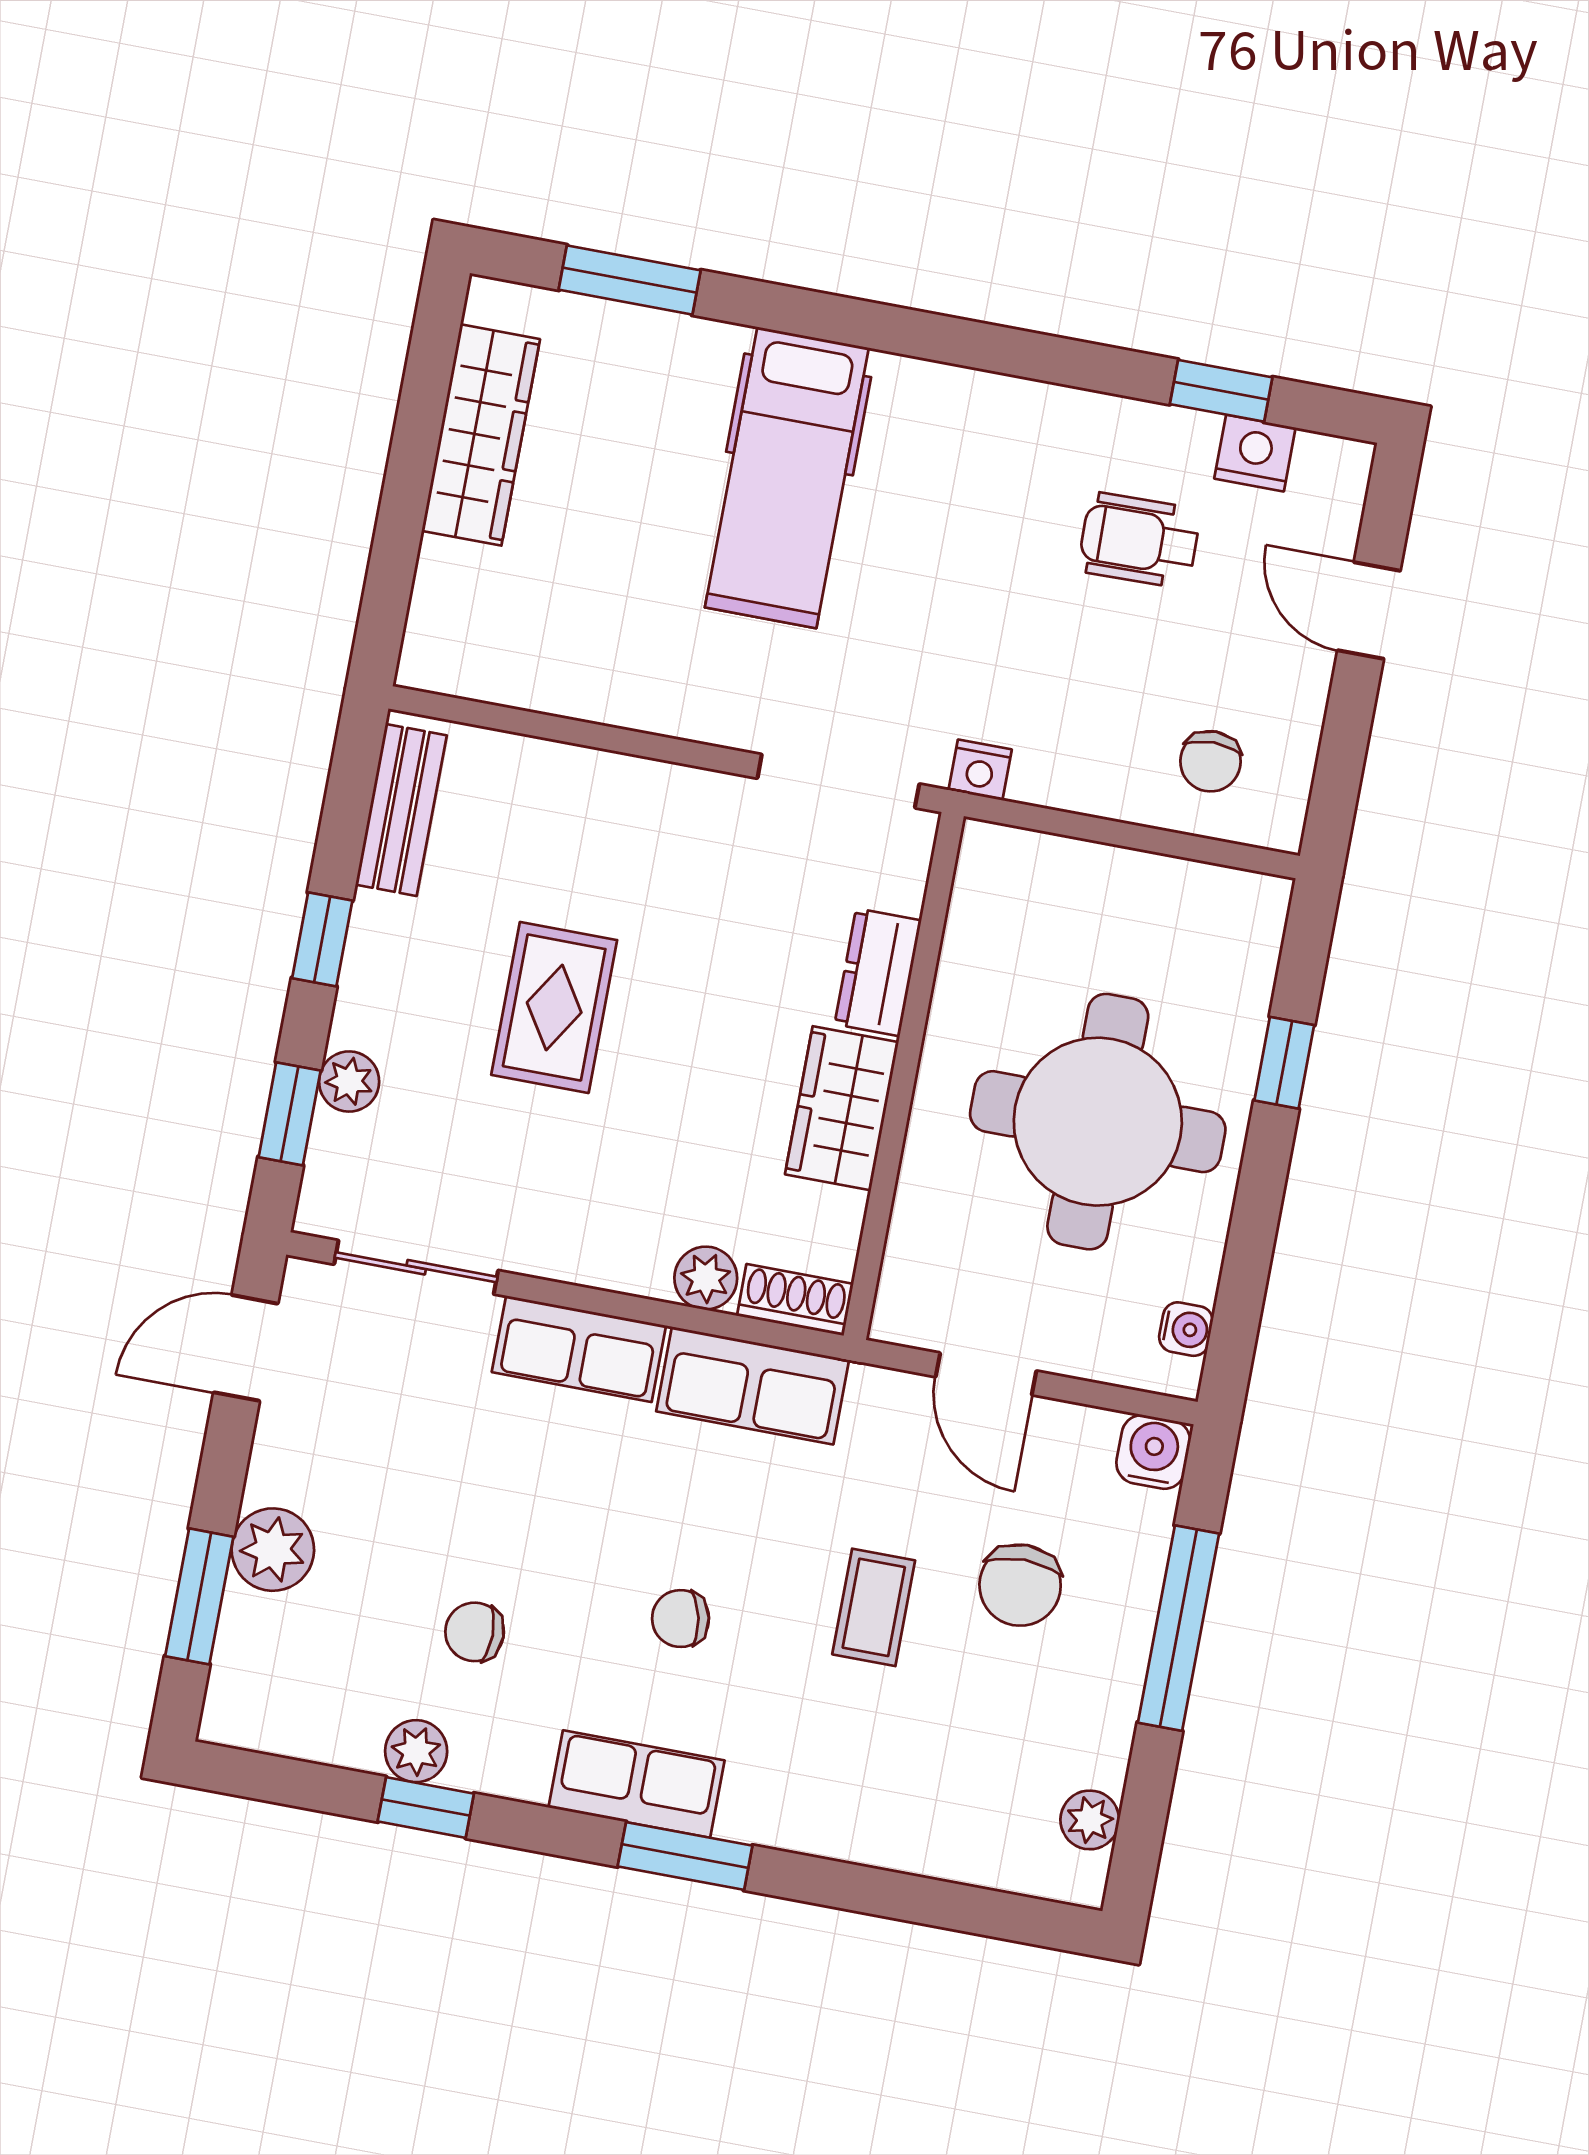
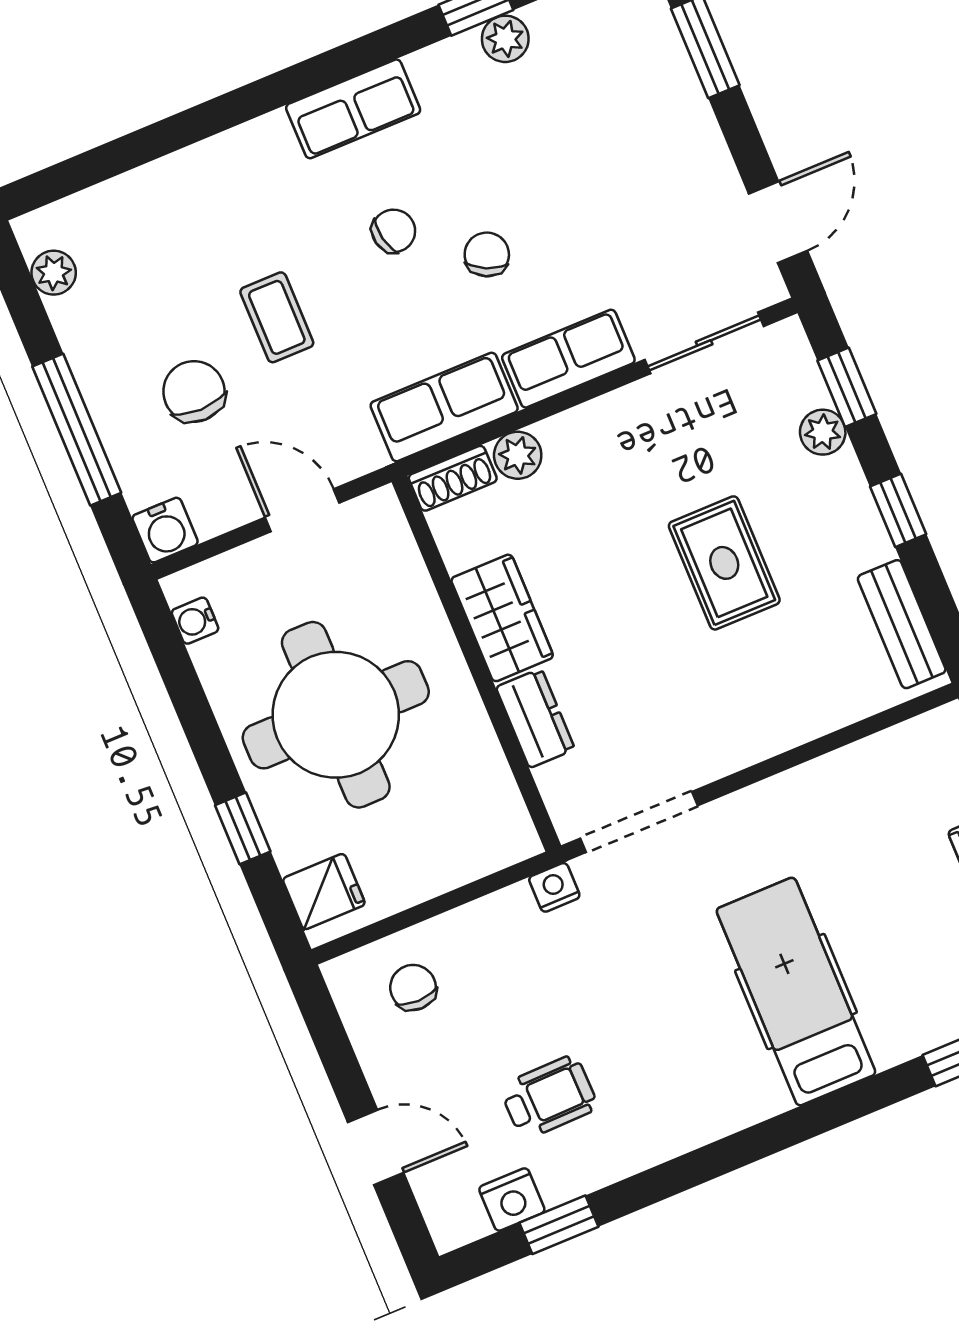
fridge: (1240, 933) -> (324, 892), added
plant: (273, 1550) -> (678, 107), removed
chair: (475, 1632) -> (487, 254), moved, turned -65
window: (685, 1856) -> (293, 84), removed

